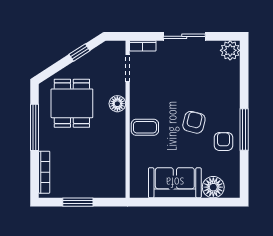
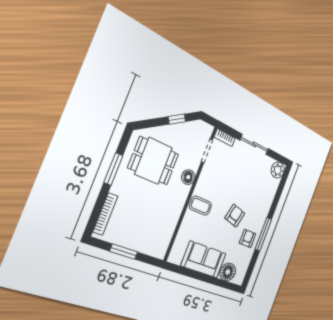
dining table: (72, 103) -> (154, 161), turned 90
window: (35, 127) -> (113, 169), width x0.69

